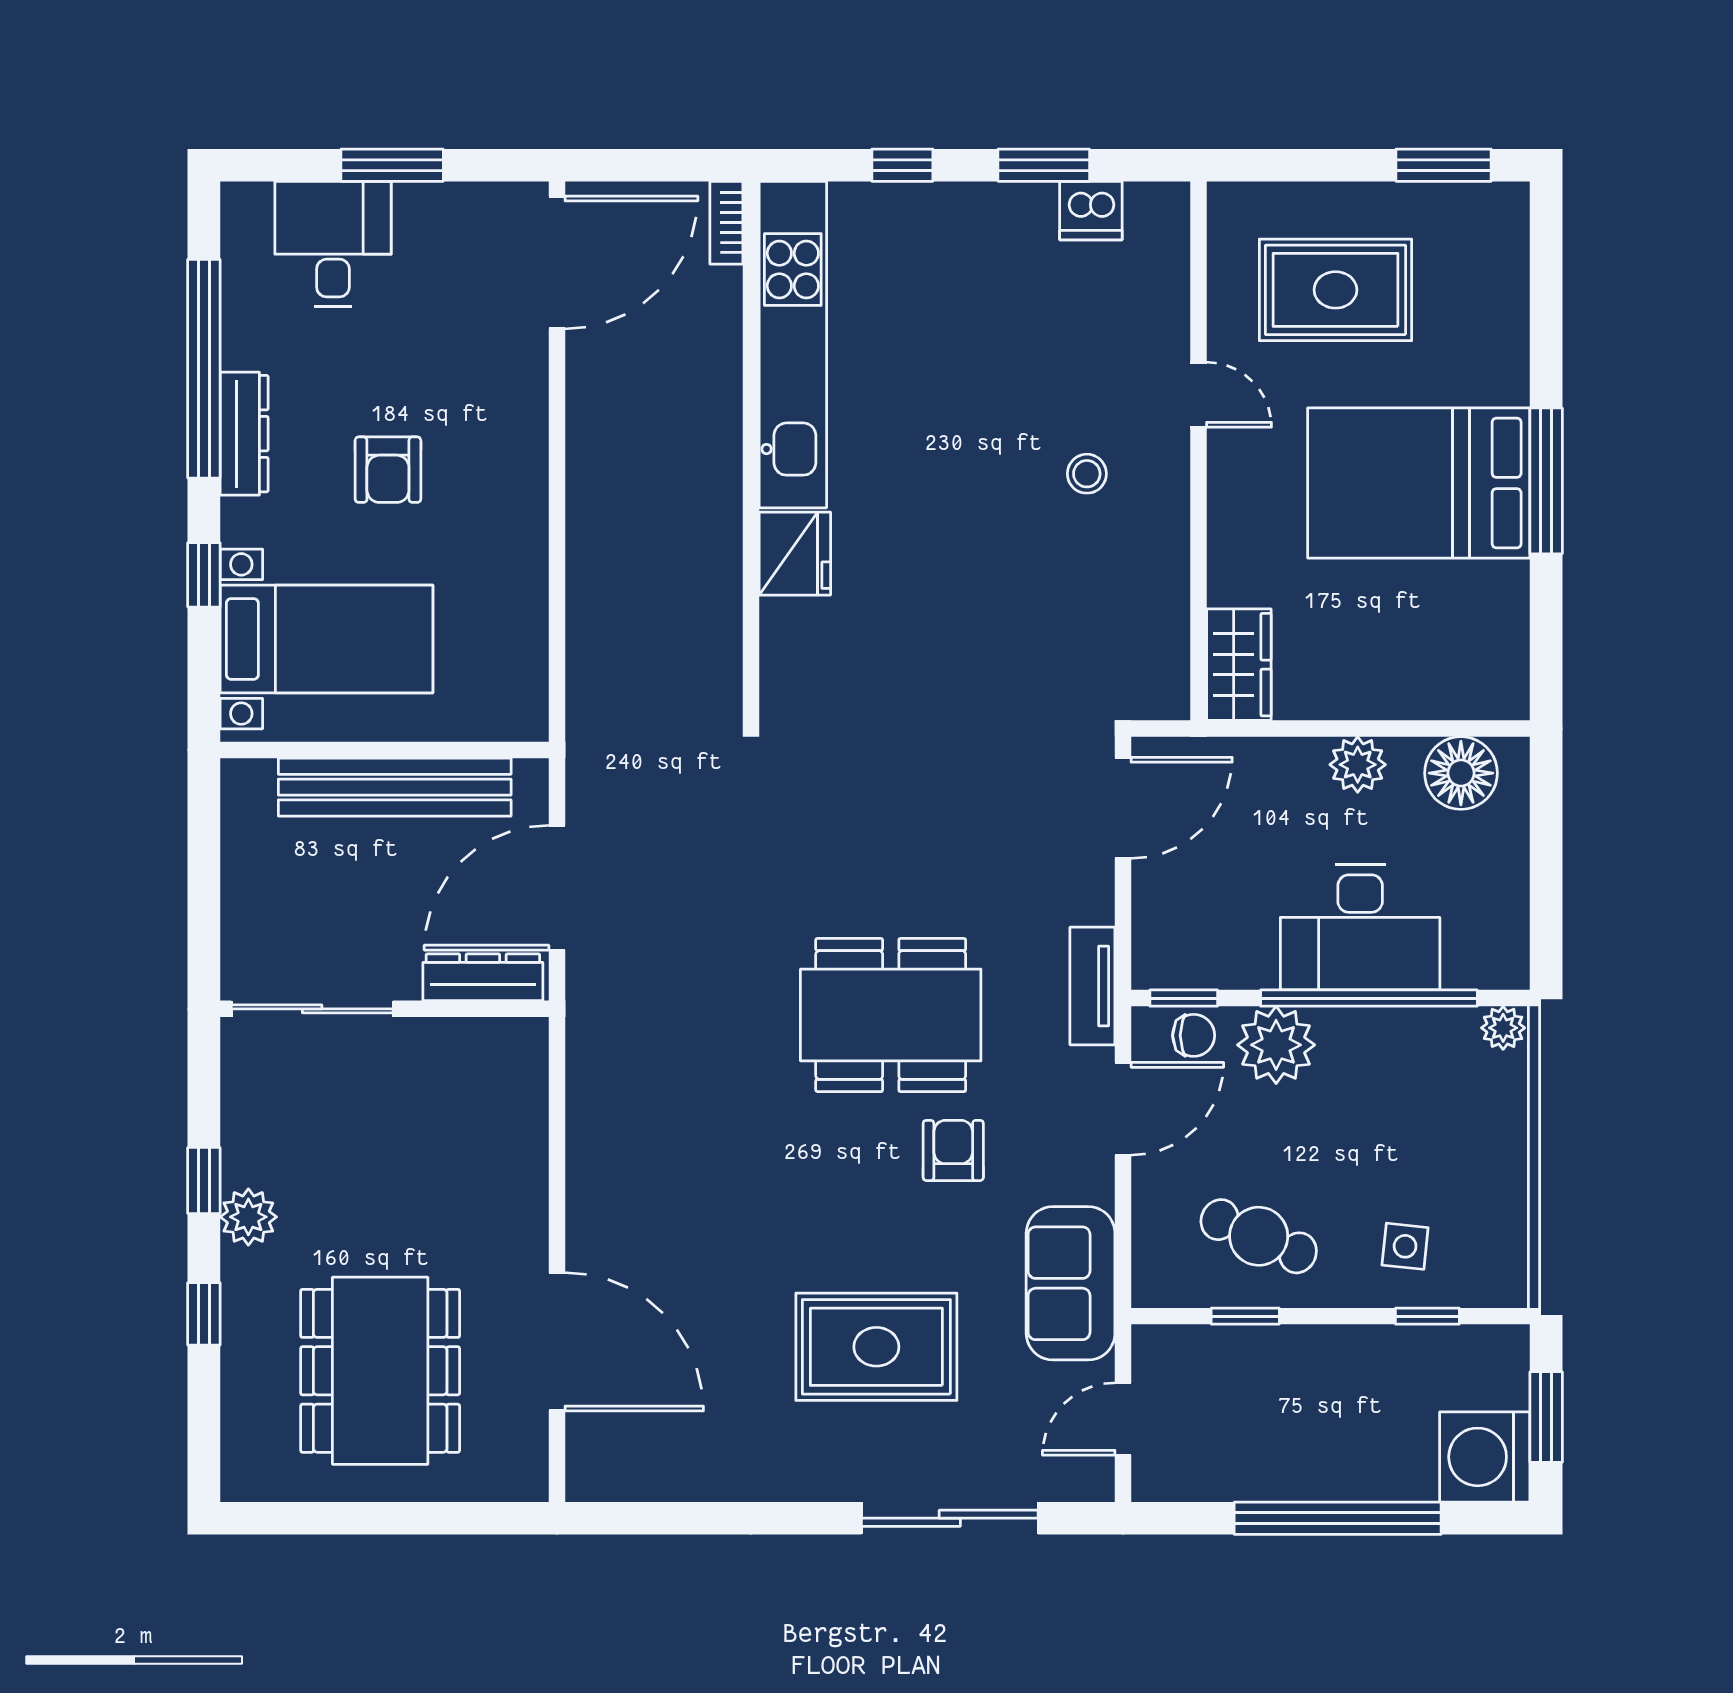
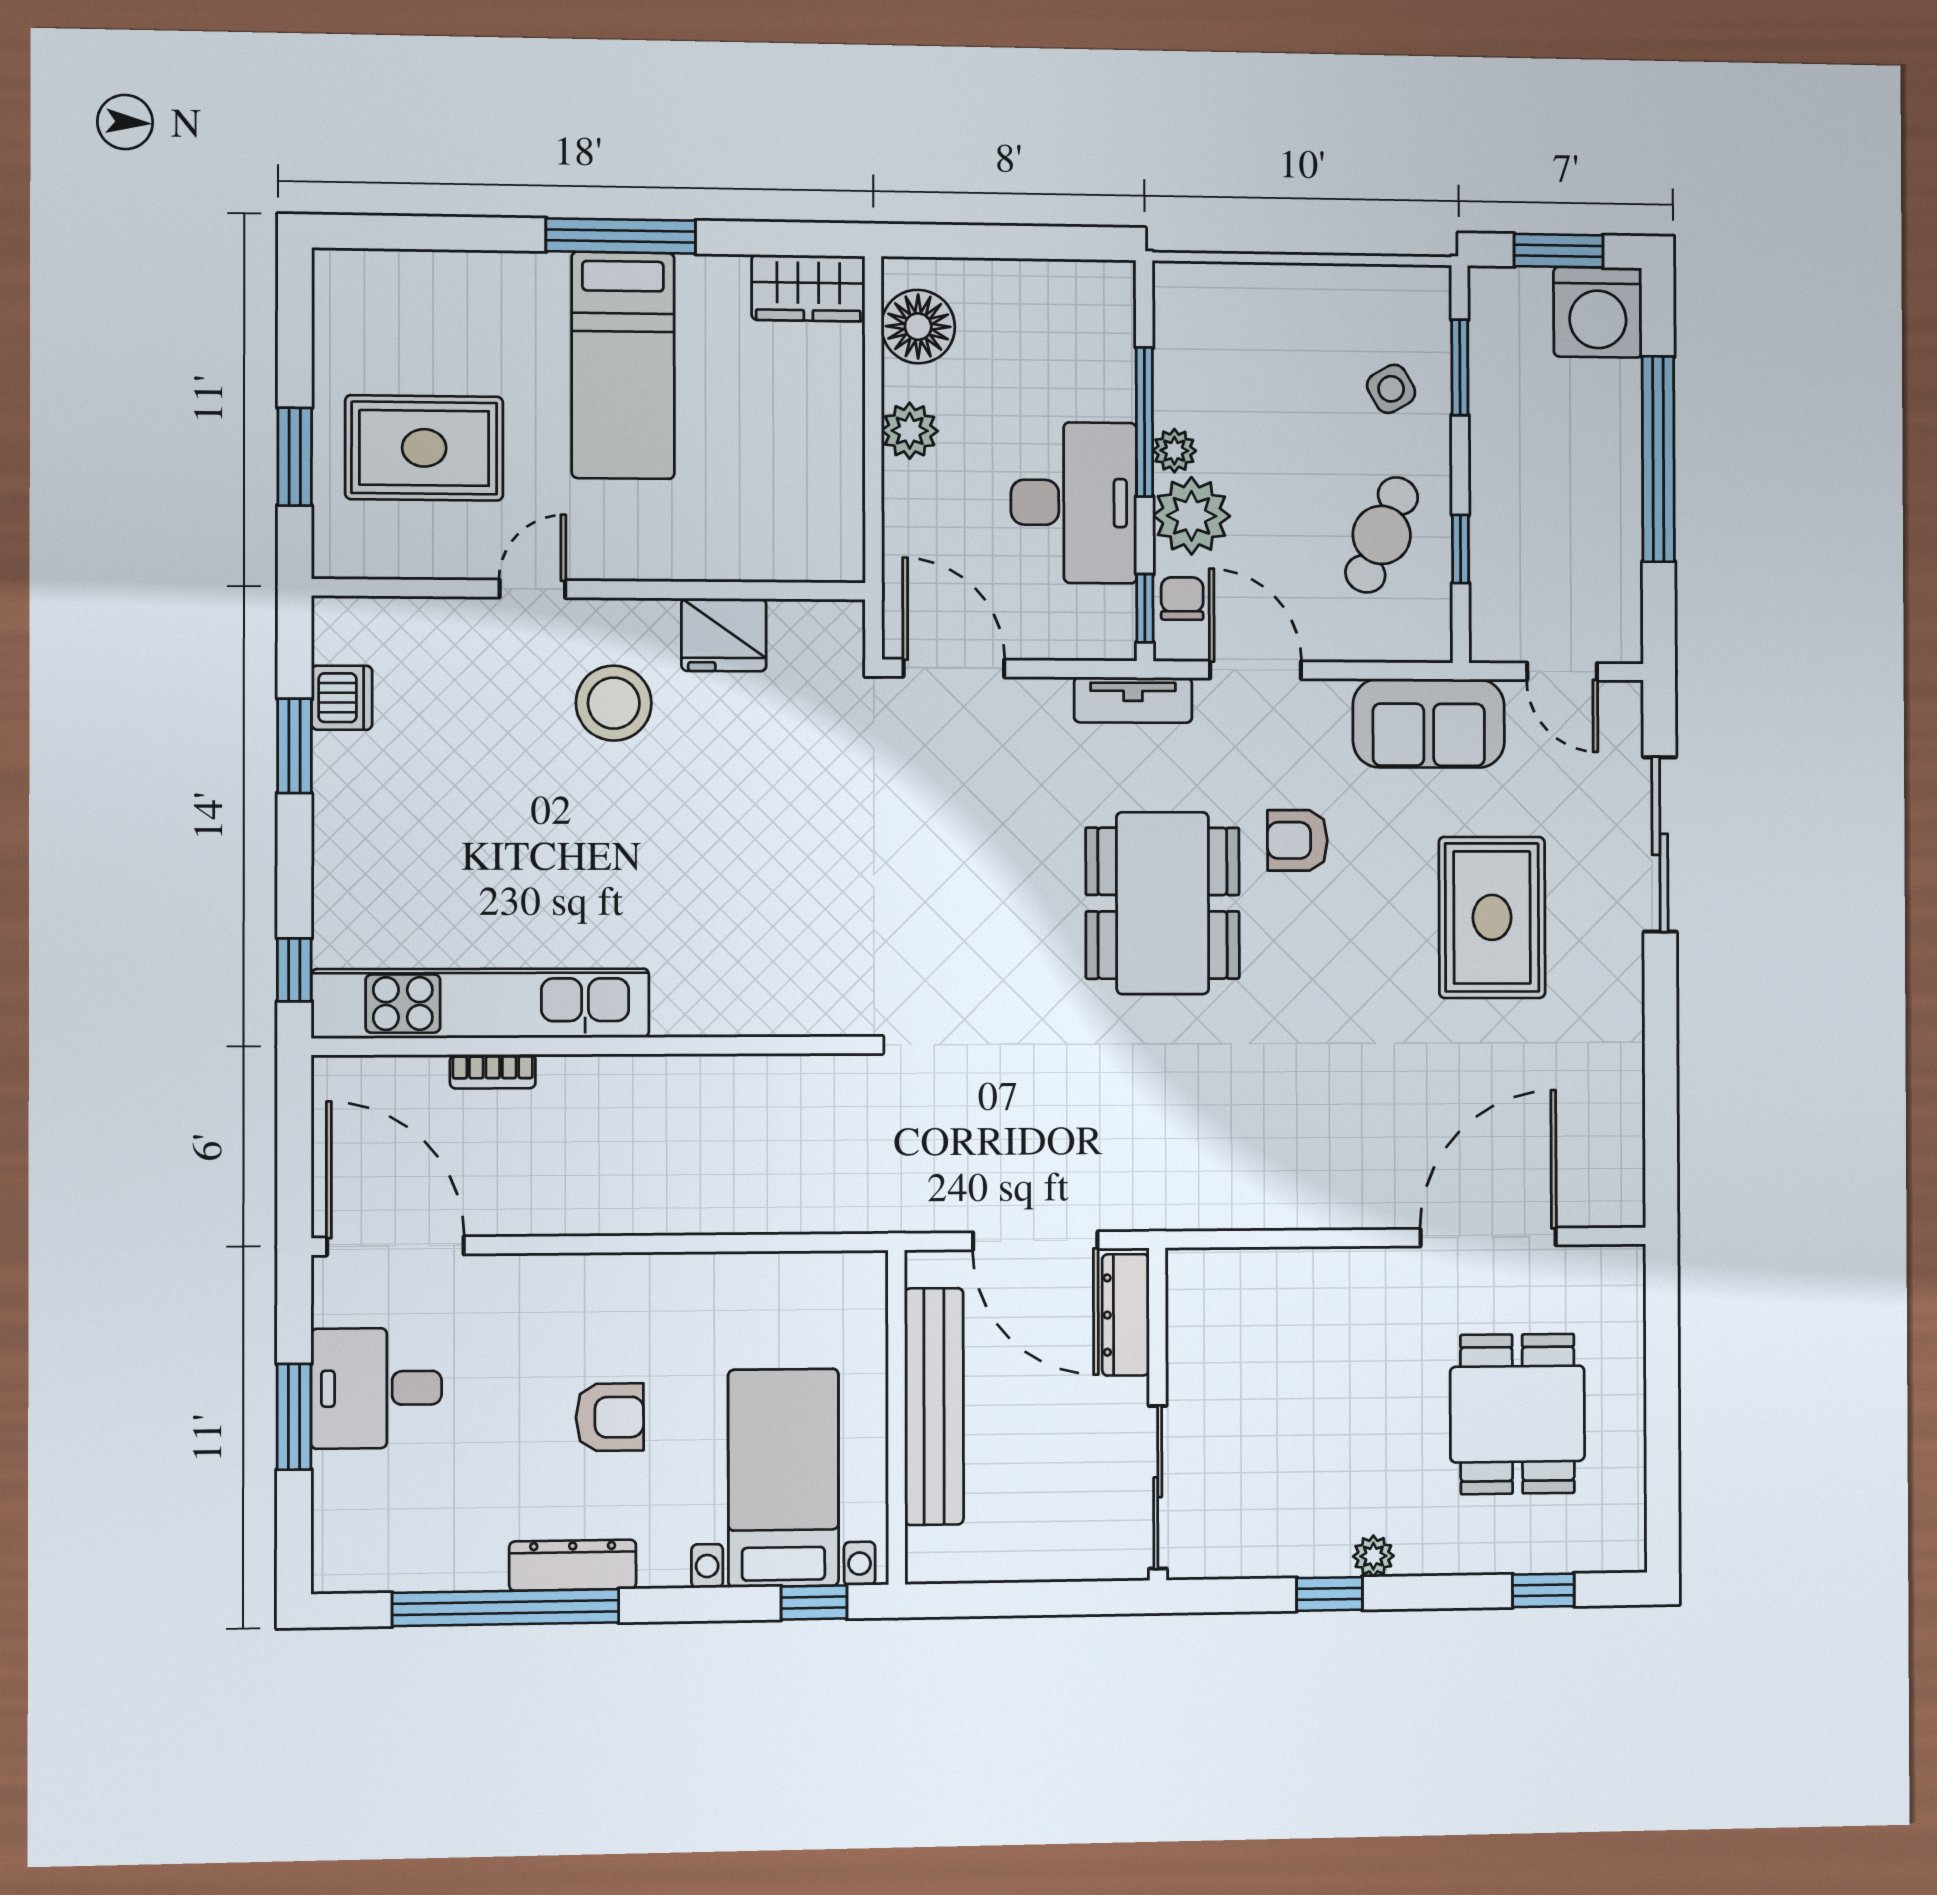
window: (902, 165) -> (294, 970), moved
window: (1444, 165) -> (295, 457), moved
bookcase: (726, 223) -> (493, 1071), moved
desk: (333, 244) -> (376, 1388), moved
rug: (1335, 290) -> (424, 448), turned 90
stool: (1087, 474) -> (614, 703), width x1.89, depth x1.89
bed: (1419, 483) -> (623, 365), width x0.67
fridge: (795, 554) -> (724, 635), moved, turned 180
window: (204, 575) -> (814, 1602), moved
wardrobe: (1239, 665) -> (808, 288), moved, turned 180
desk: (1360, 927) -> (1074, 503), moved
window: (1369, 998) -> (1144, 422), width x0.68
plant: (1503, 1028) -> (1174, 451), moved
plant: (248, 1217) -> (1373, 1556), width x0.73, depth x0.73
side table: (1405, 1246) -> (1391, 389), turned -36
window: (204, 1314) -> (1543, 1590), moved
window: (1427, 1316) -> (1460, 367), width x1.50
dining table: (380, 1371) -> (1517, 1414), width x0.73

